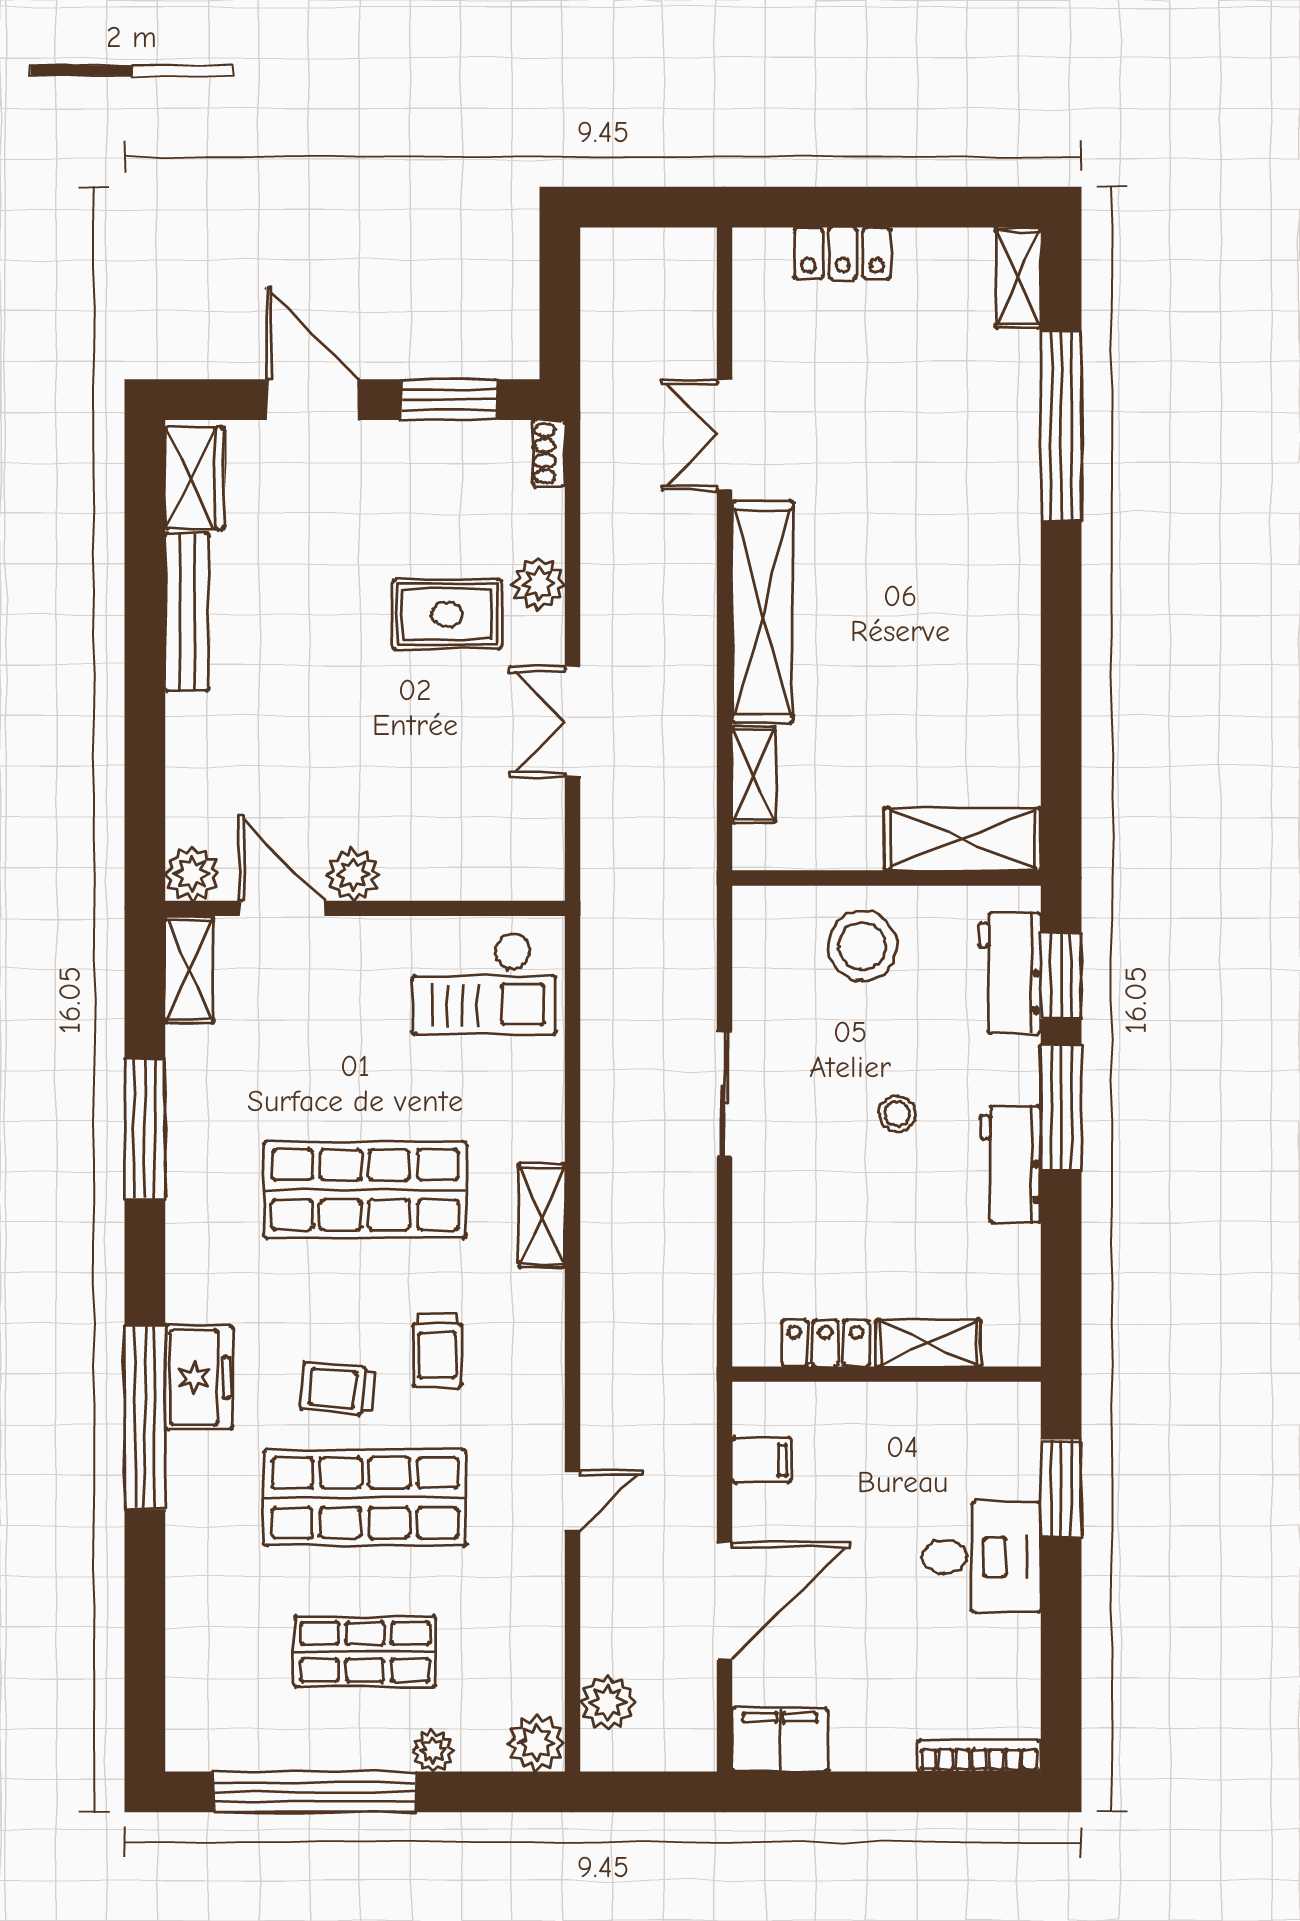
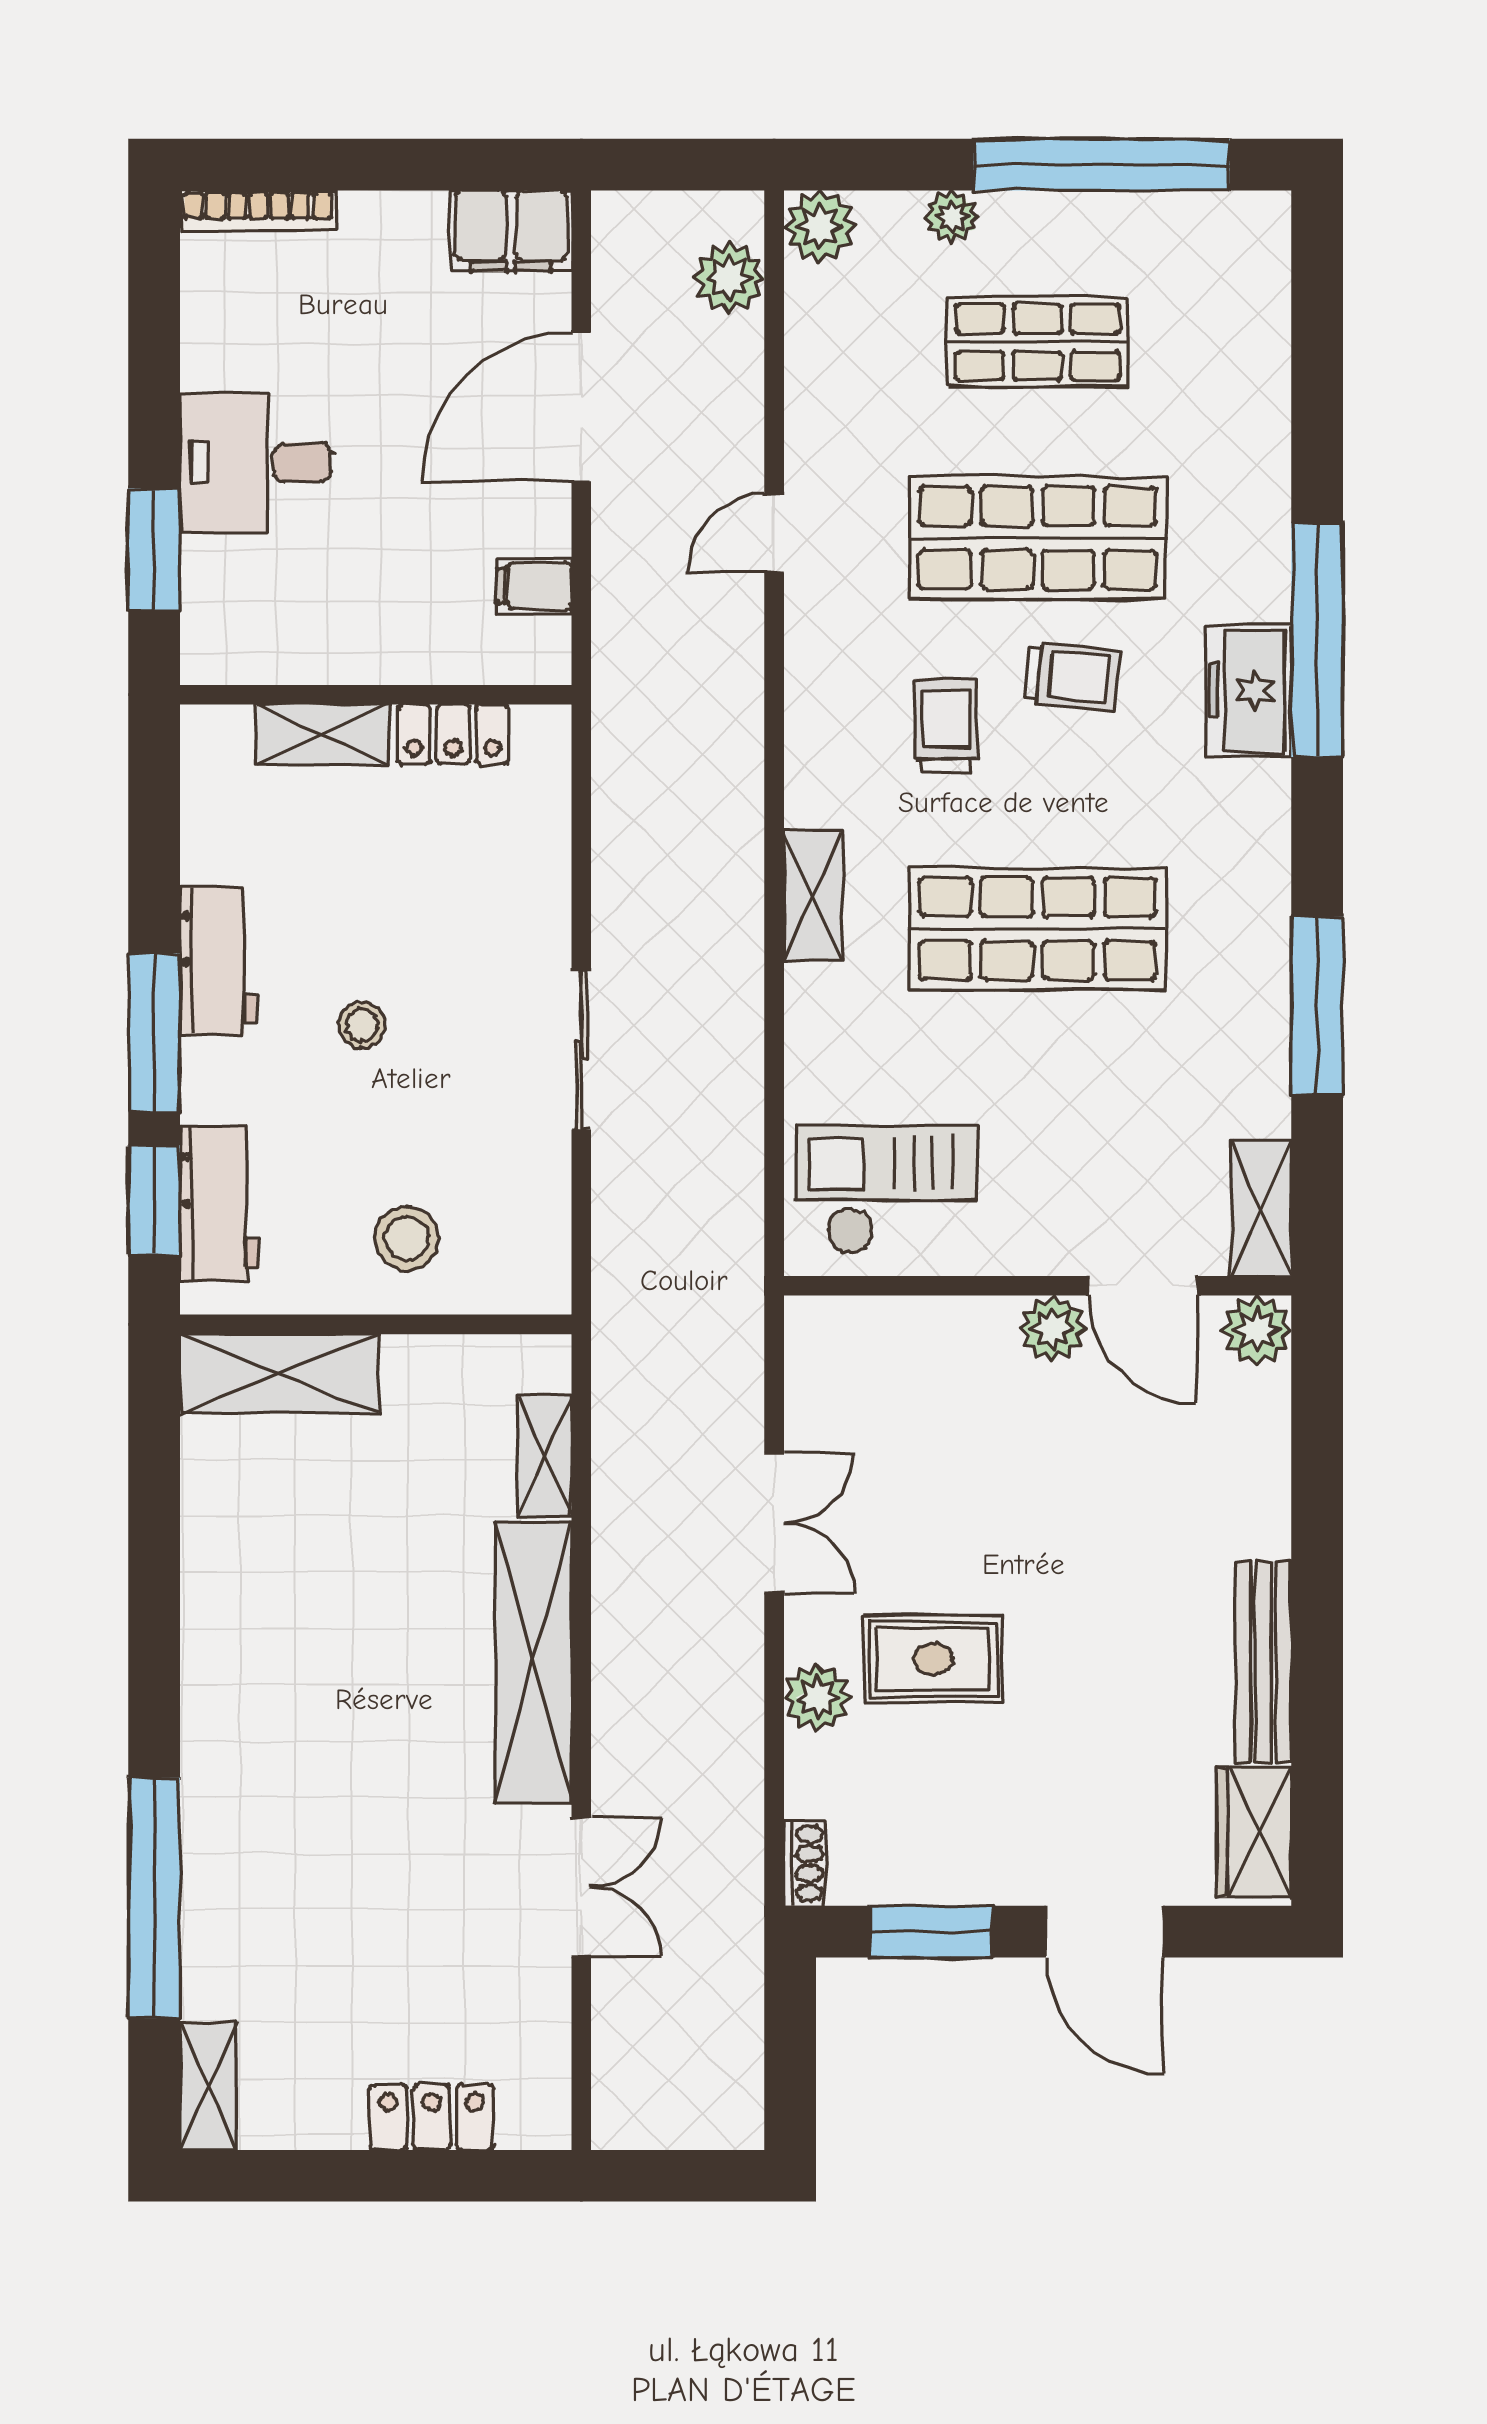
stool: (862, 946) -> (407, 1238), width x0.73, depth x0.73

